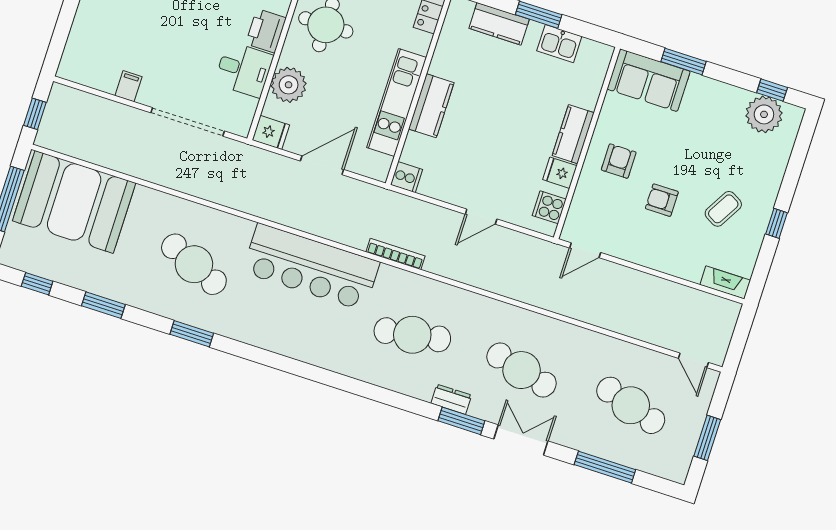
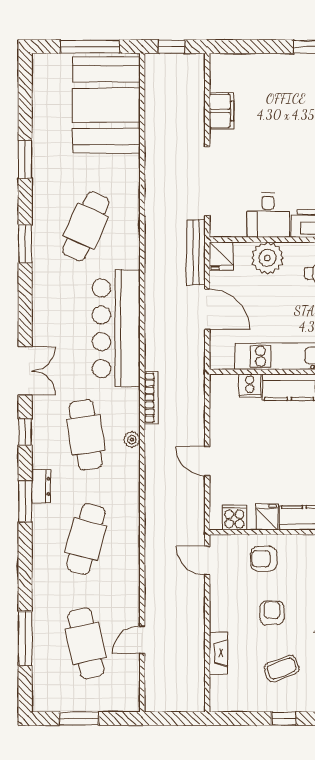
filing cabinet: (129, 86) -> (222, 111), width x2.00
bench: (258, 158) -> (196, 252), added
armchair: (619, 161) -> (264, 559), moved, turned 180
cooker: (407, 177) -> (250, 386), moved
coffee table: (723, 209) -> (282, 668), turned -51
fireplace: (725, 282) -> (218, 653), moved
window: (37, 284) -> (25, 432), moved
plant: (433, 288) -> (132, 440), added
door: (693, 360) -> (142, 640), moved
cafe table: (631, 405) -> (86, 643), turned -30
double door: (521, 440) -> (25, 371), moved

